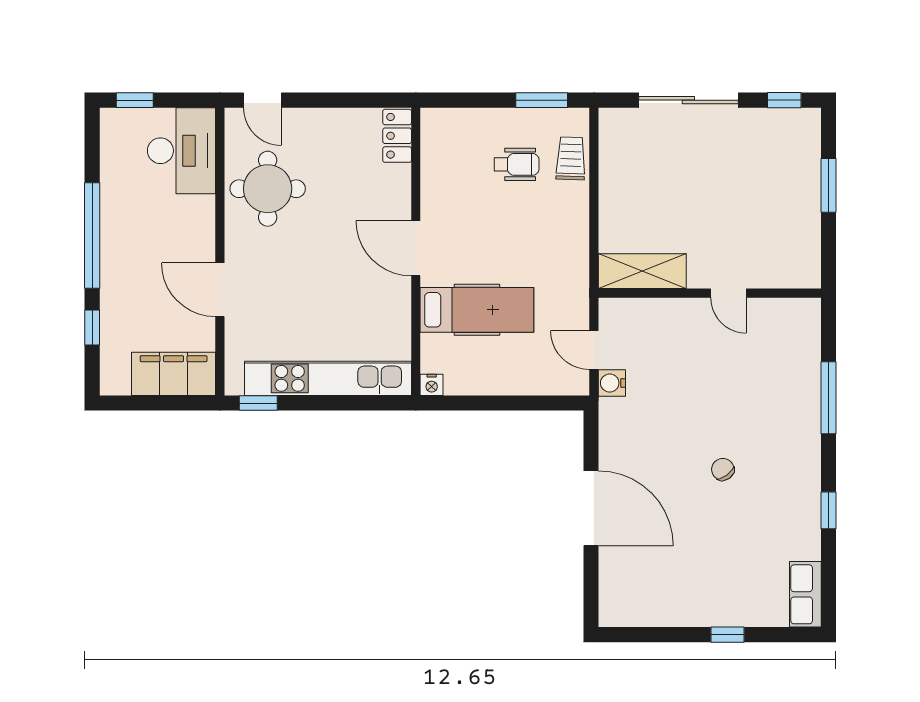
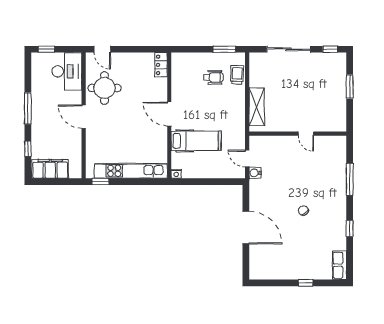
window: (92, 236) -> (28, 108), width x0.68
shelving: (642, 271) -> (257, 107), moved, turned 90
door: (220, 290) -> (84, 117), moved
filing cabinet: (174, 374) -> (50, 169), moved

